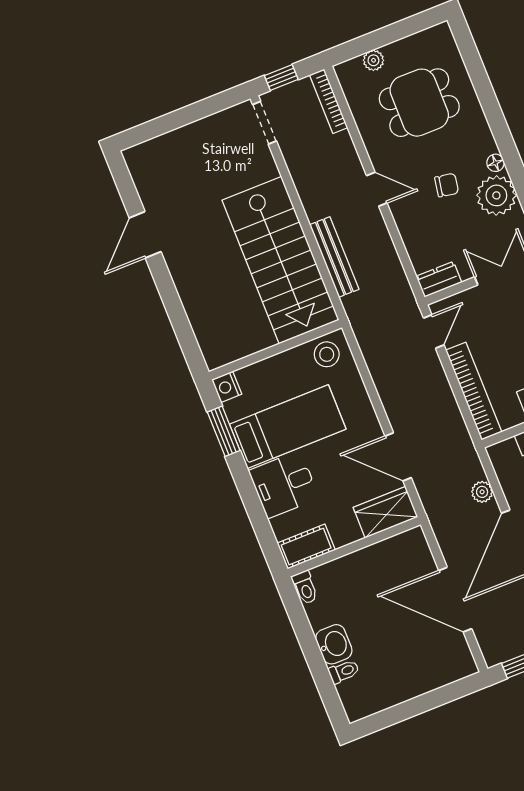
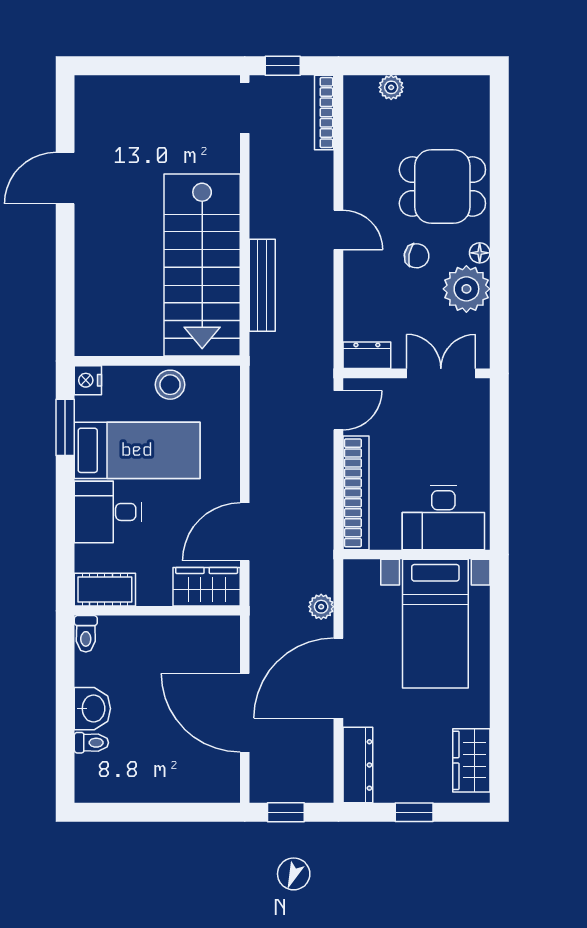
dining table: (419, 103) -> (442, 187), moved
stool: (327, 354) -> (170, 385), moved
door: (398, 457) -> (245, 532), hinge flipped

